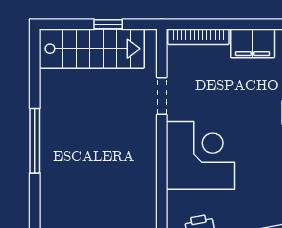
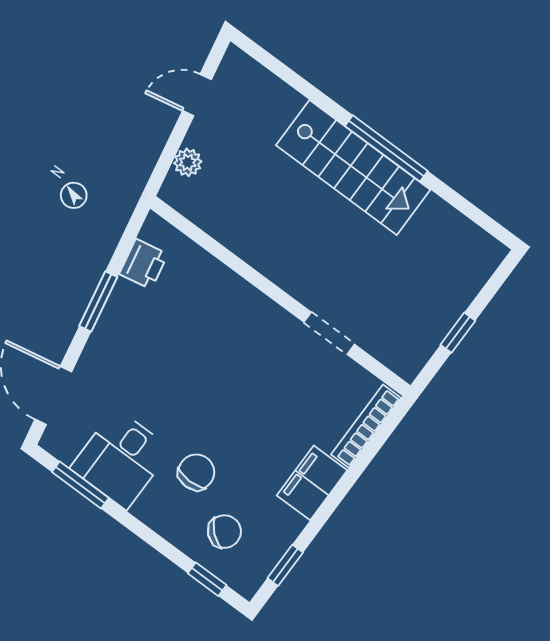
stairs: (92, 49) -> (353, 167), moved, turned -90
corner desk: (200, 155) -> (228, 327), removed

